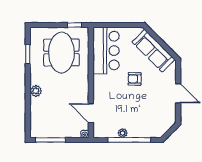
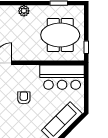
armchair: (135, 79) -> (24, 98), moved

